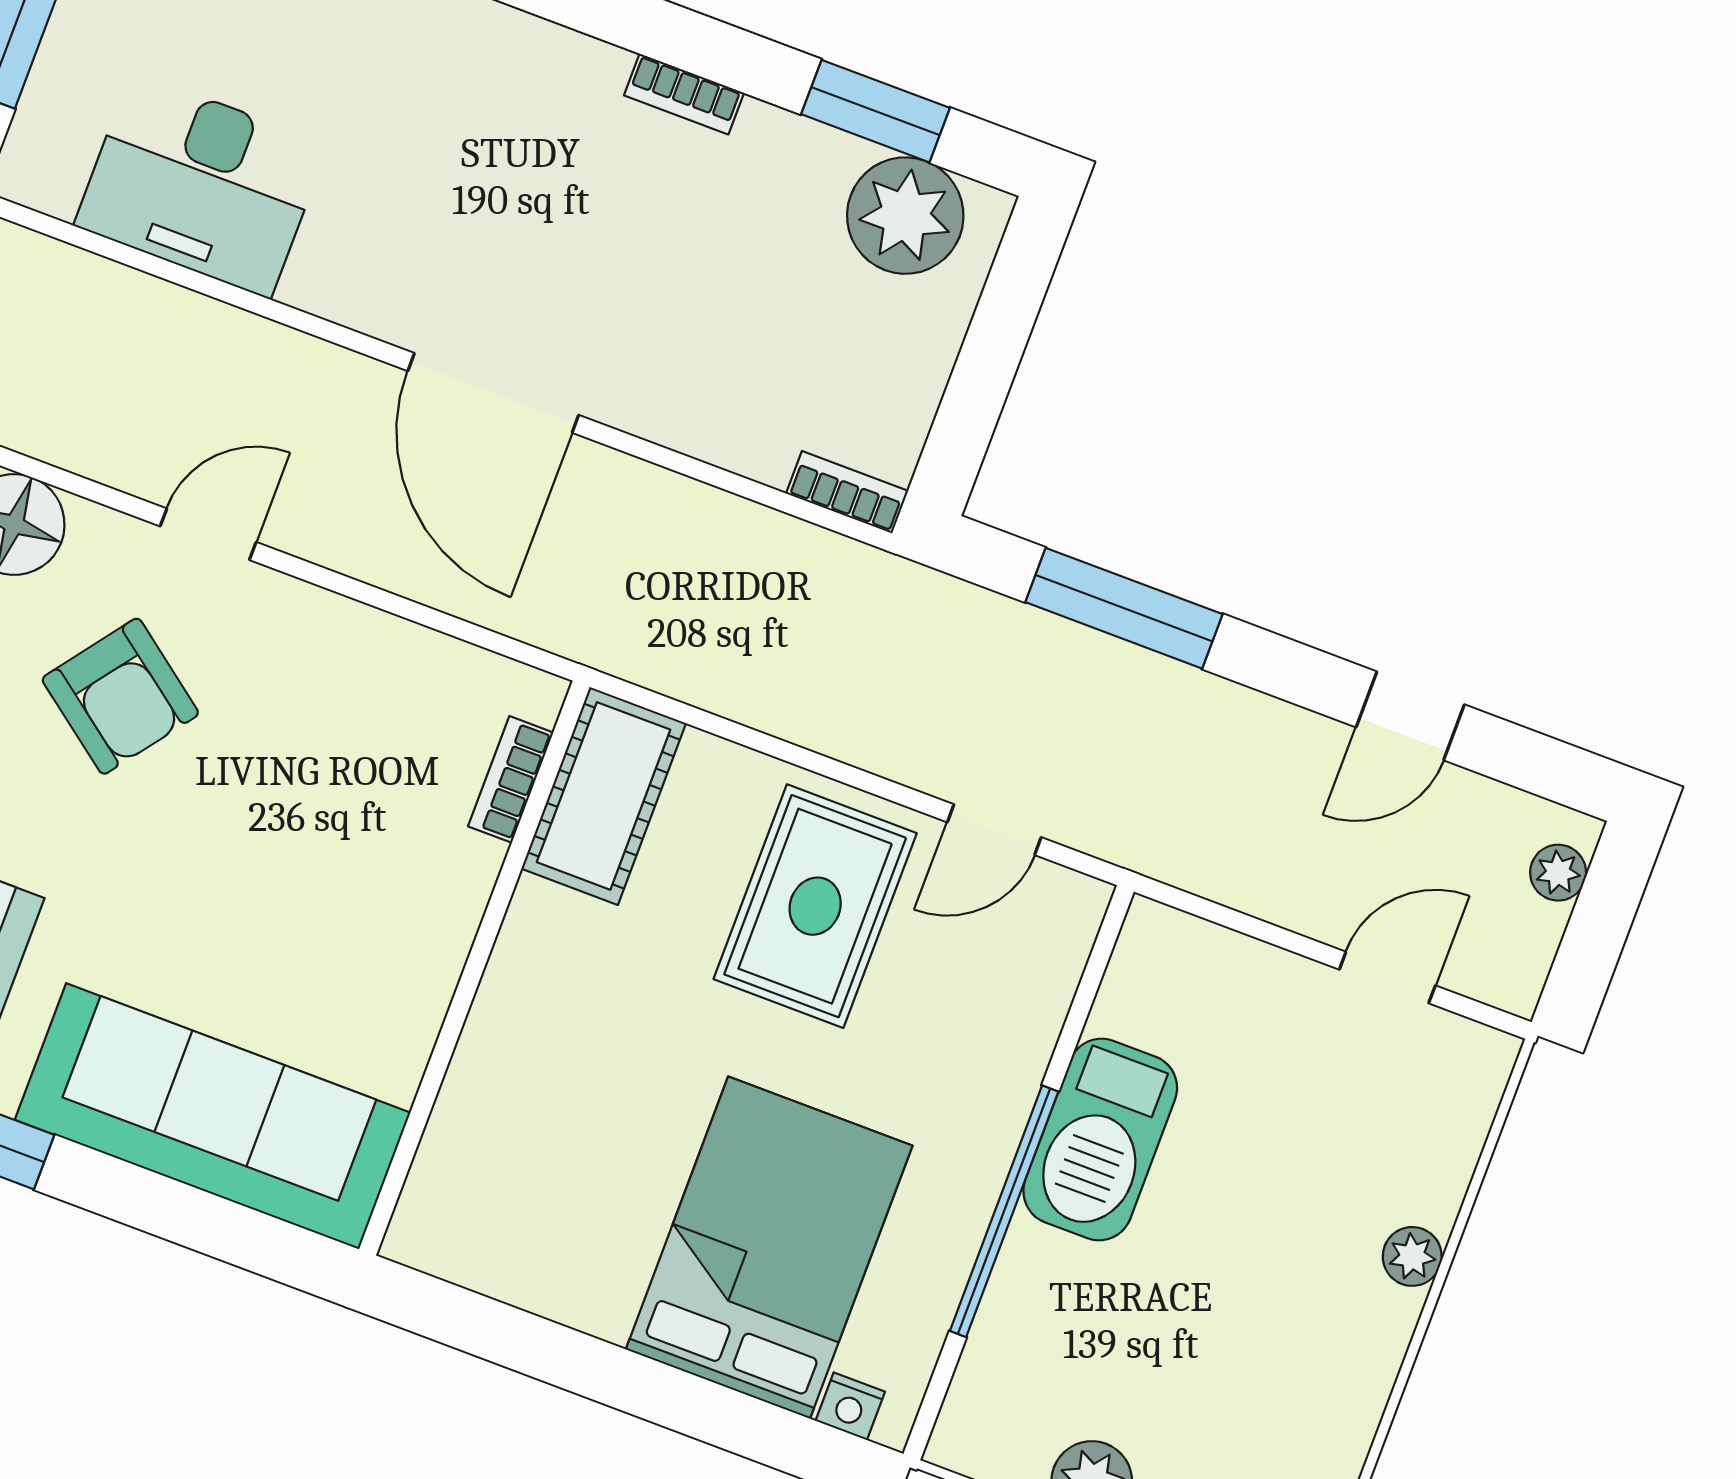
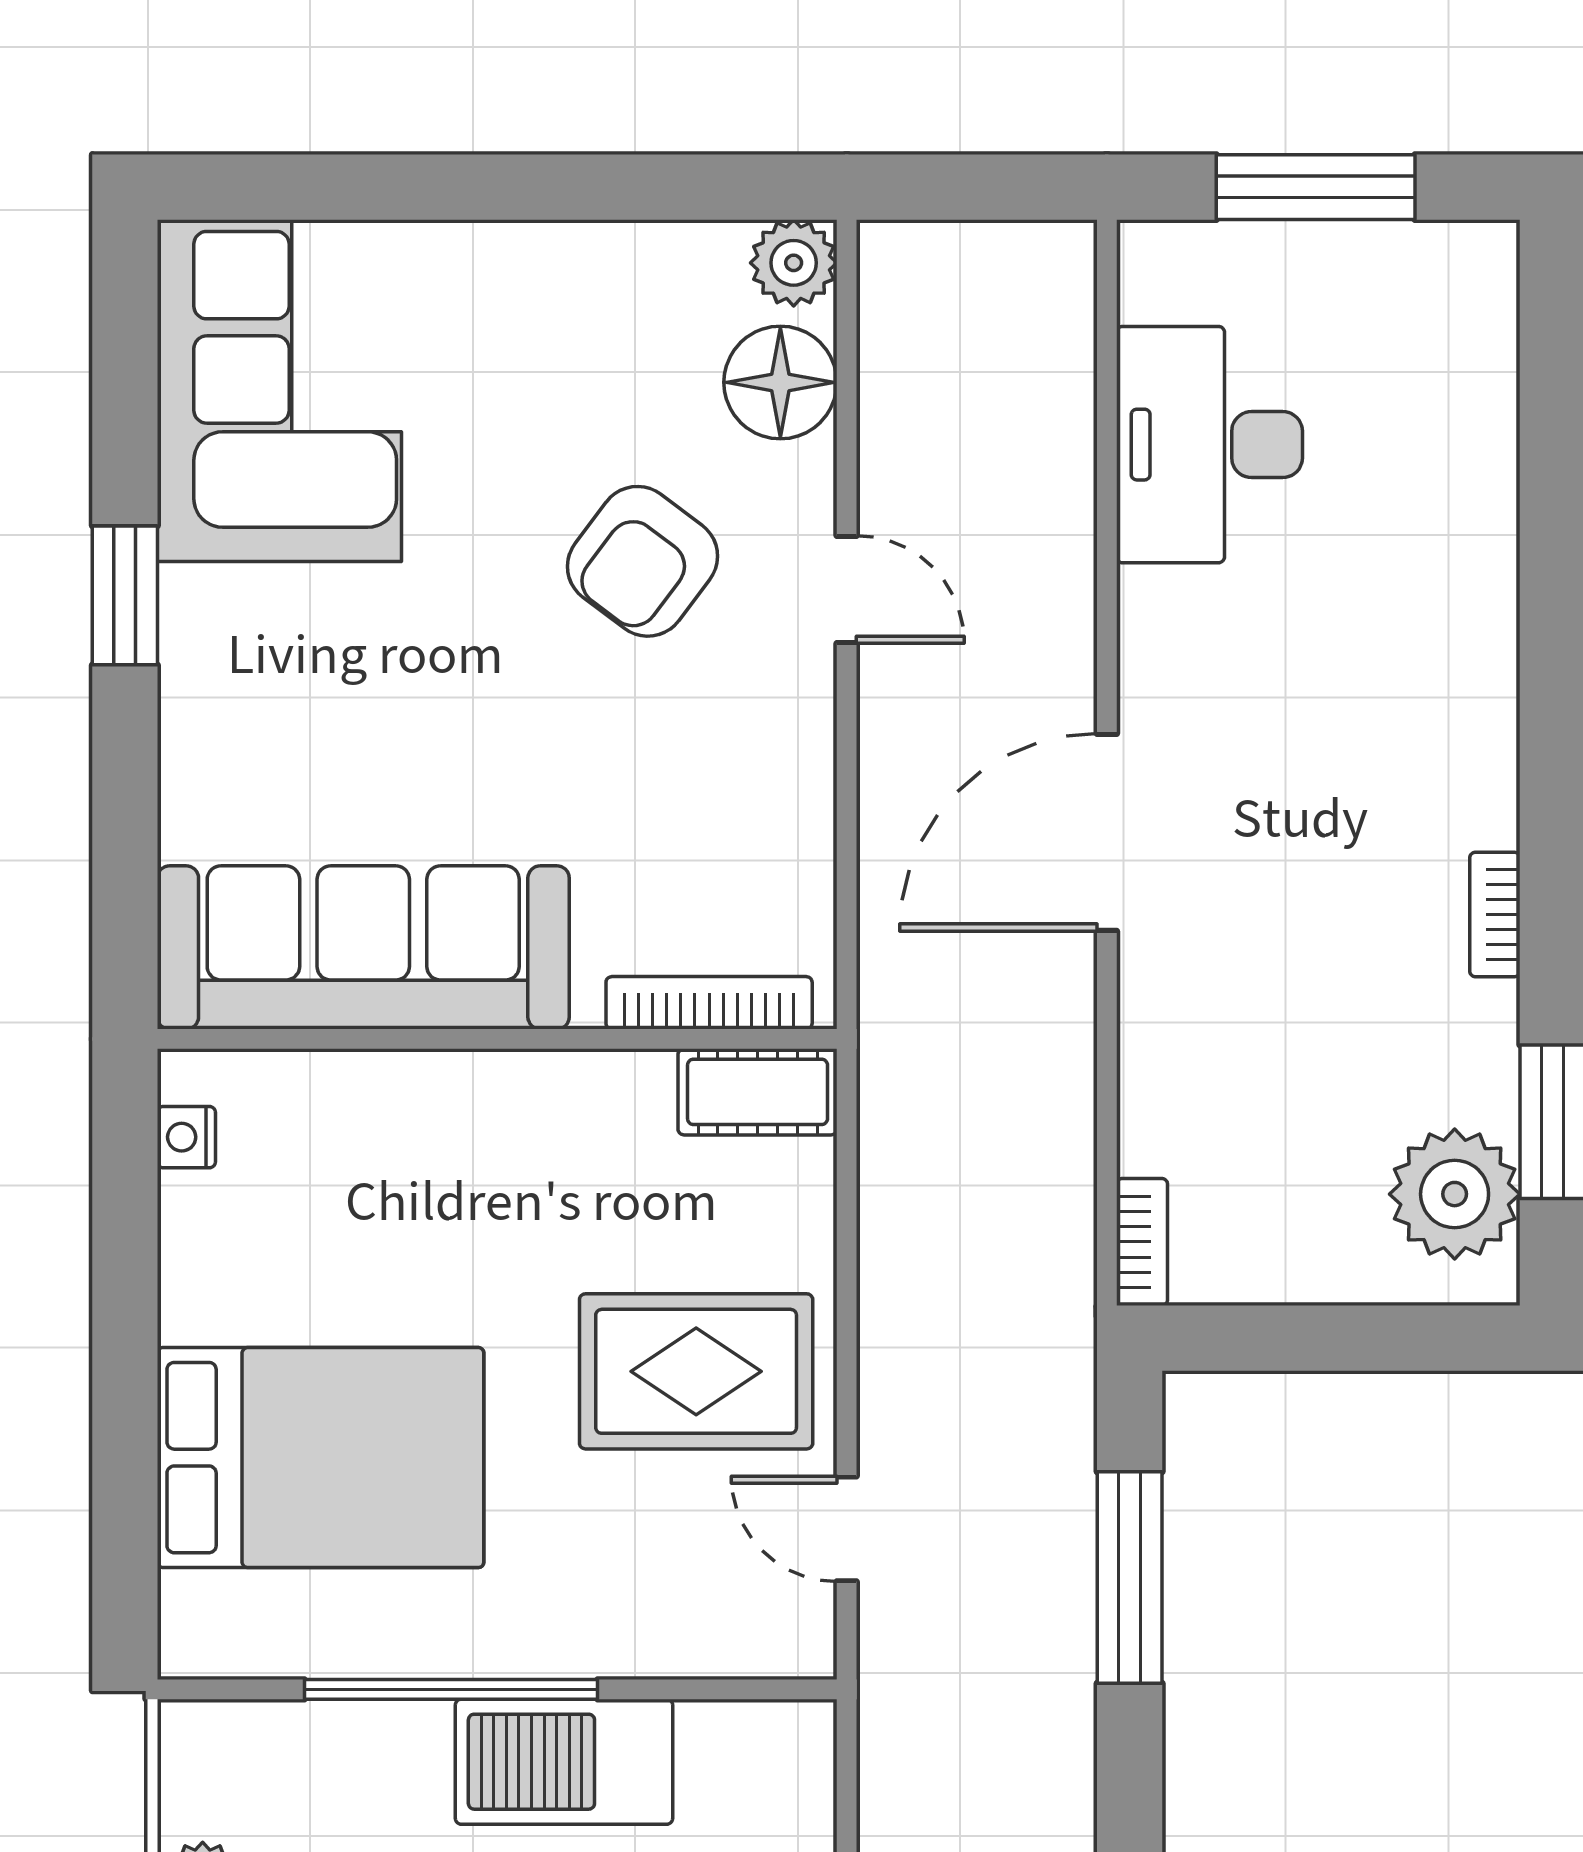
bookcase: (511, 779) -> (709, 1003), width x1.56
cot: (604, 796) -> (758, 1092), width x0.73, depth x0.75
sofa: (213, 1116) -> (363, 947), moved, turned -90
nightstand: (850, 1406) -> (186, 1137), moved

